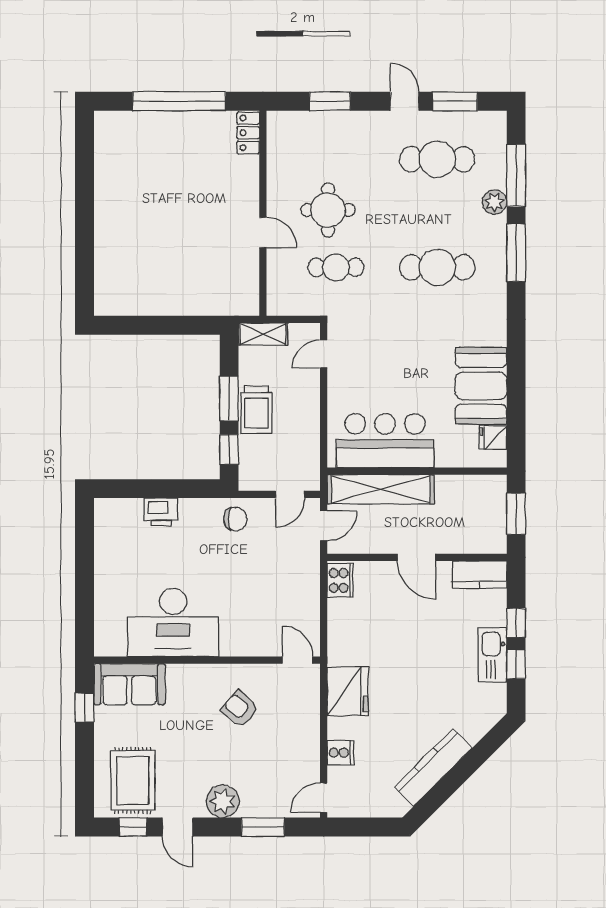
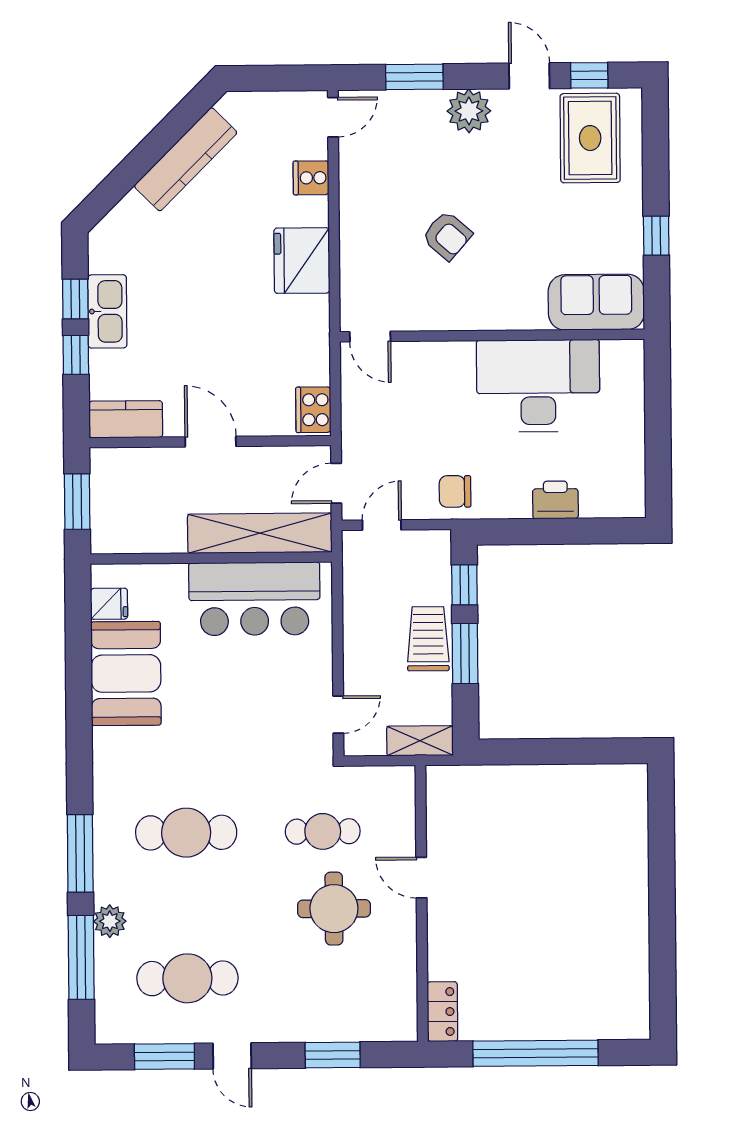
desk: (173, 622) -> (538, 386), moved
wall: (207, 660) -> (492, 335), moved
door: (297, 660) -> (370, 337), moved
sofa: (129, 684) -> (596, 302), moved

